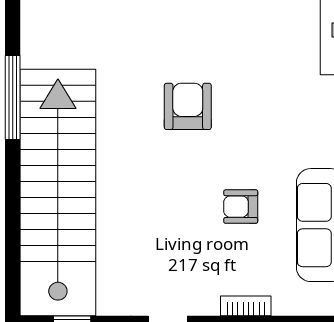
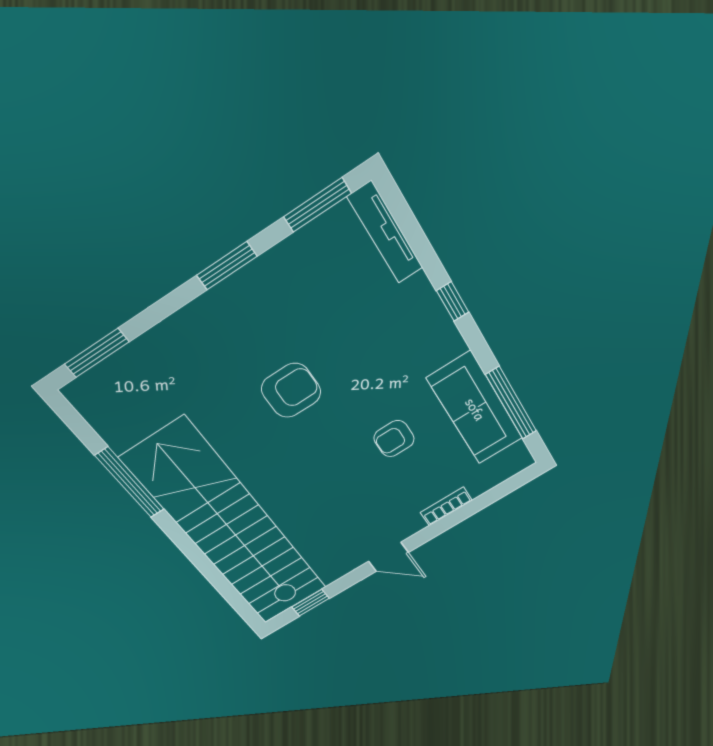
armchair: (188, 106) -> (291, 390), turned 90

